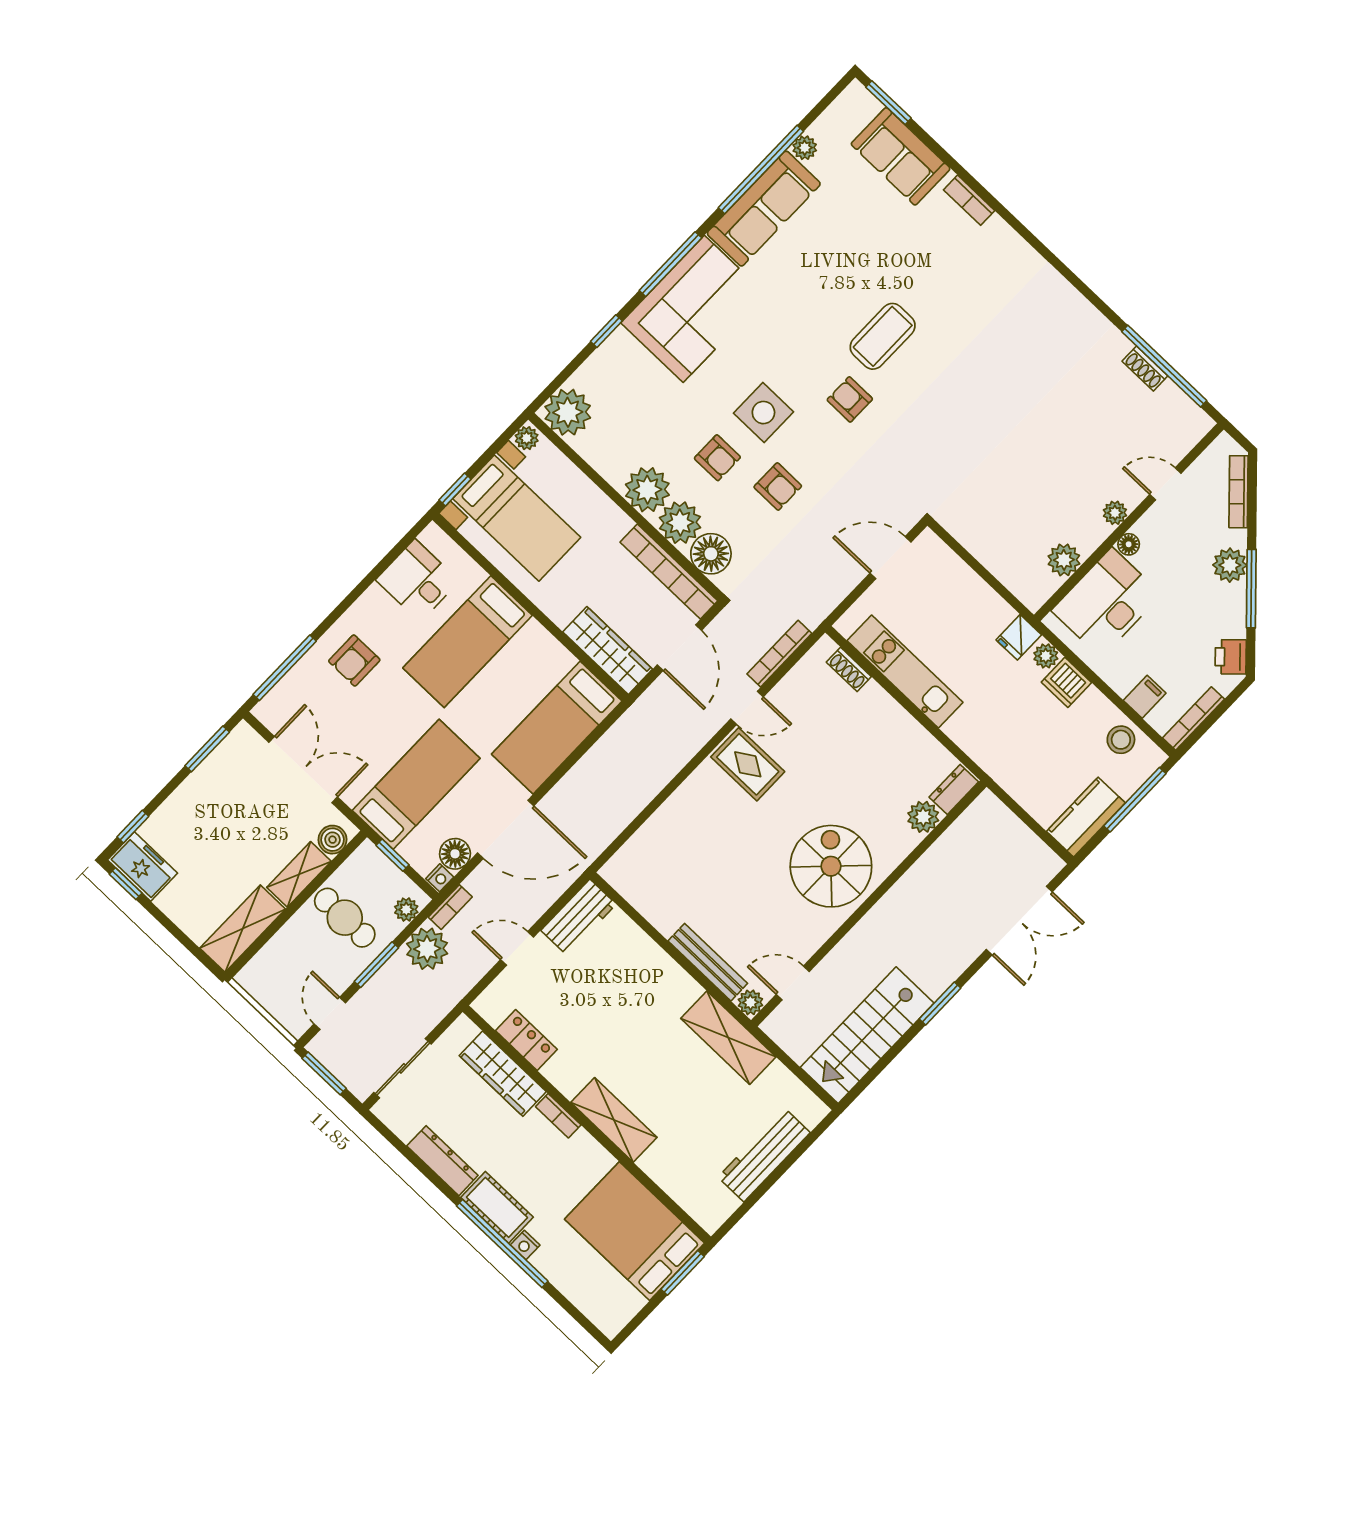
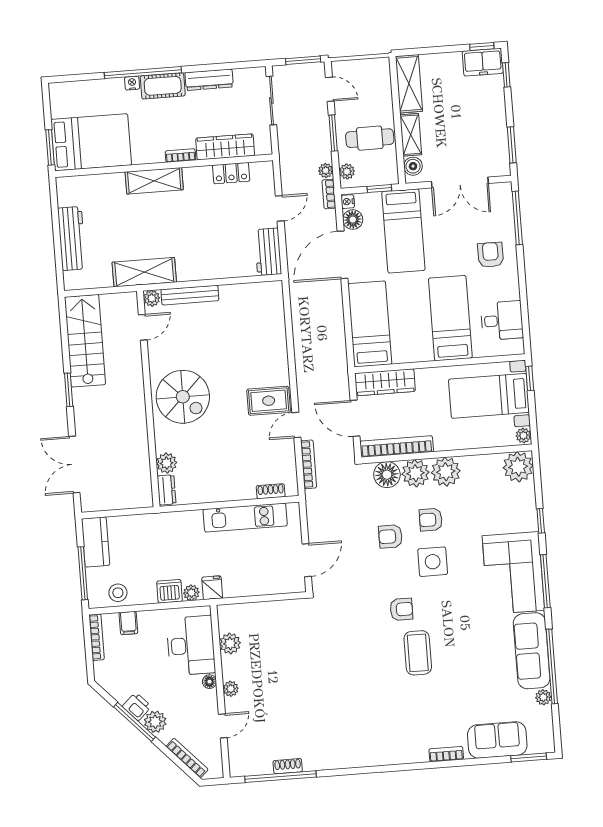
printer: (1231, 657) -> (137, 706), moved
plant: (427, 949) -> (326, 171), width x0.53, depth x0.53

